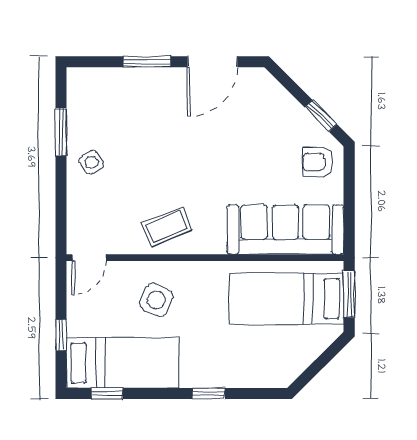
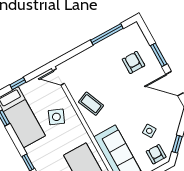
armchair: (136, 113) -> (133, 62), added
window: (61, 132) -> (107, 34), width x1.44
side table: (91, 162) -> (149, 131), moved

